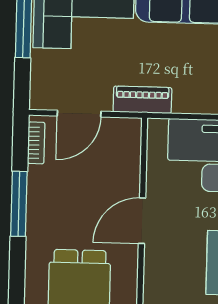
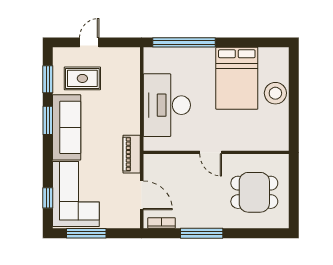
door: (142, 221) -> (211, 152), width x0.73

